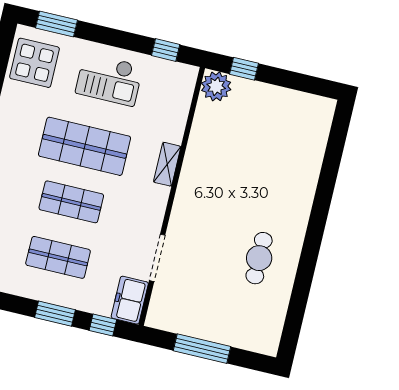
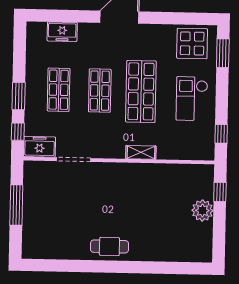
plant: (216, 86) -> (202, 210), moved
cafe table: (259, 258) -> (109, 246), moved

